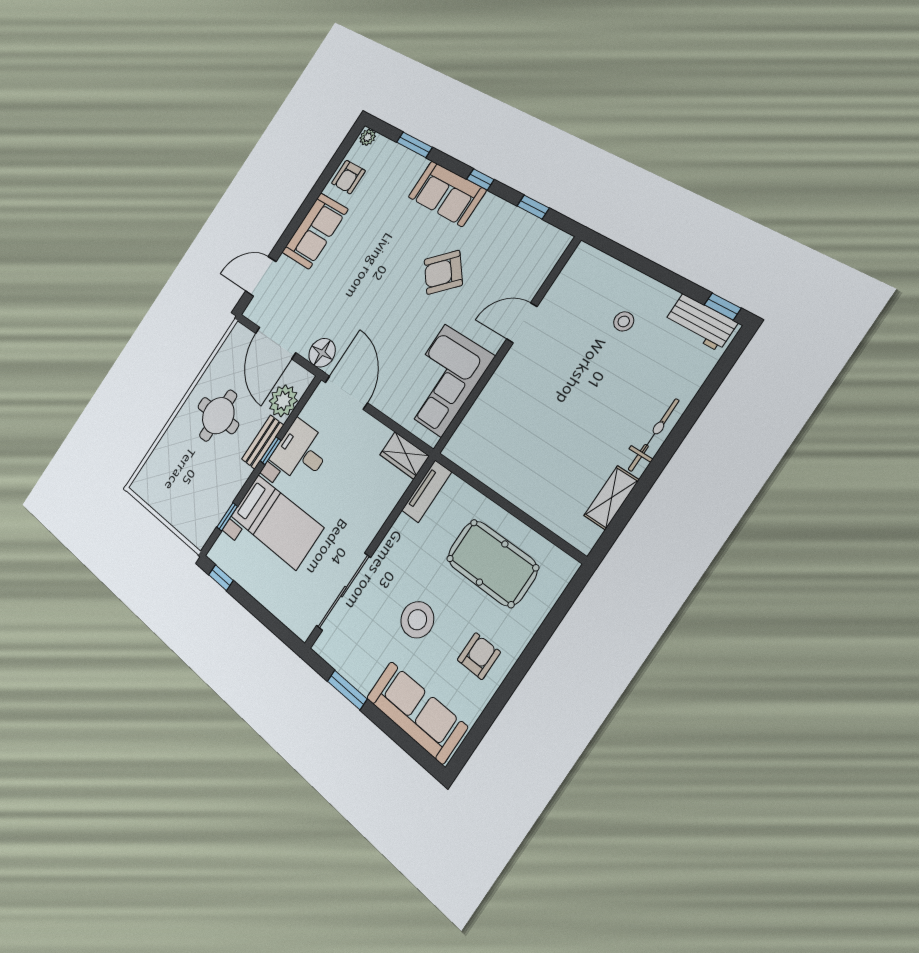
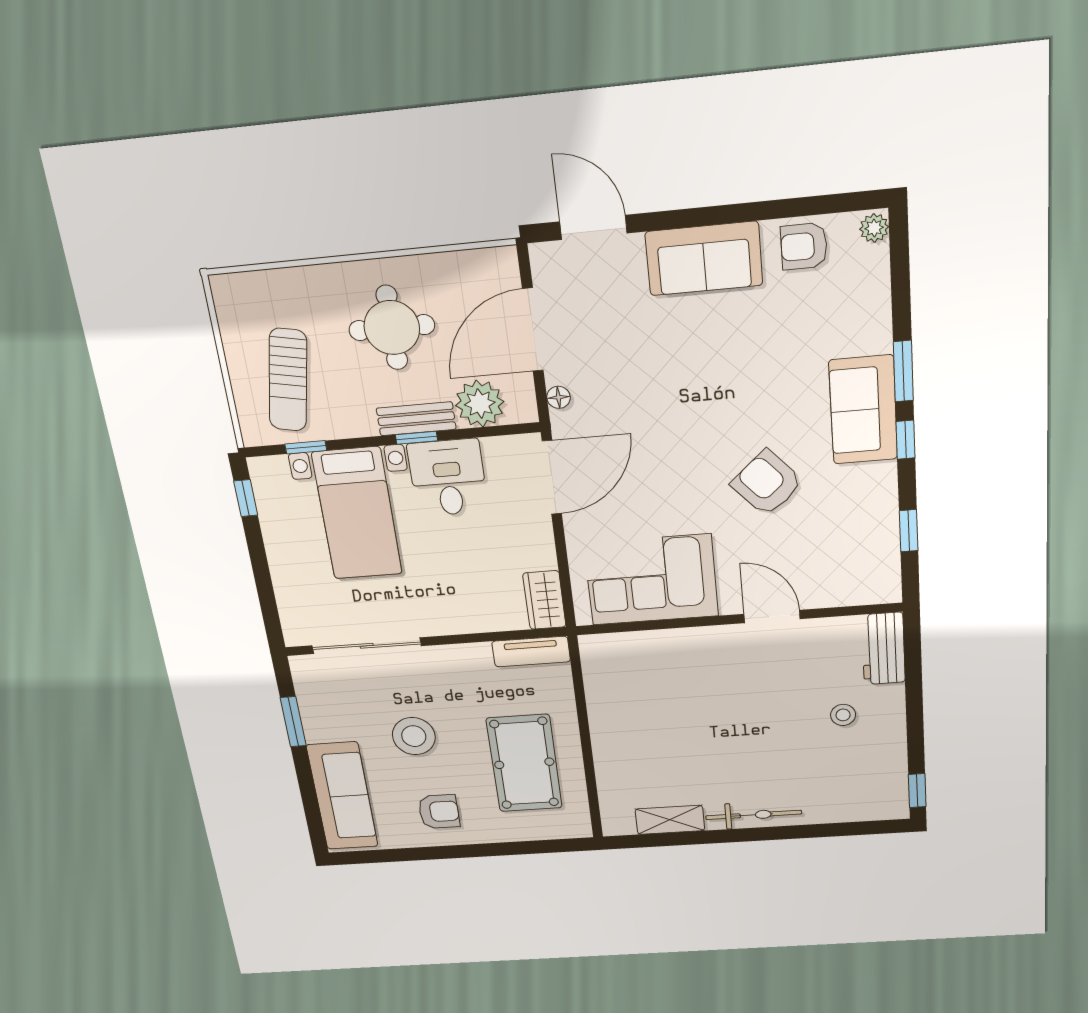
window: (414, 145) -> (903, 371), moved
workbench: (701, 322) -> (883, 649), moved
floor lamp: (322, 353) -> (558, 397), width x0.53, depth x0.53
sun lounger: (195, 494) -> (288, 380), added

